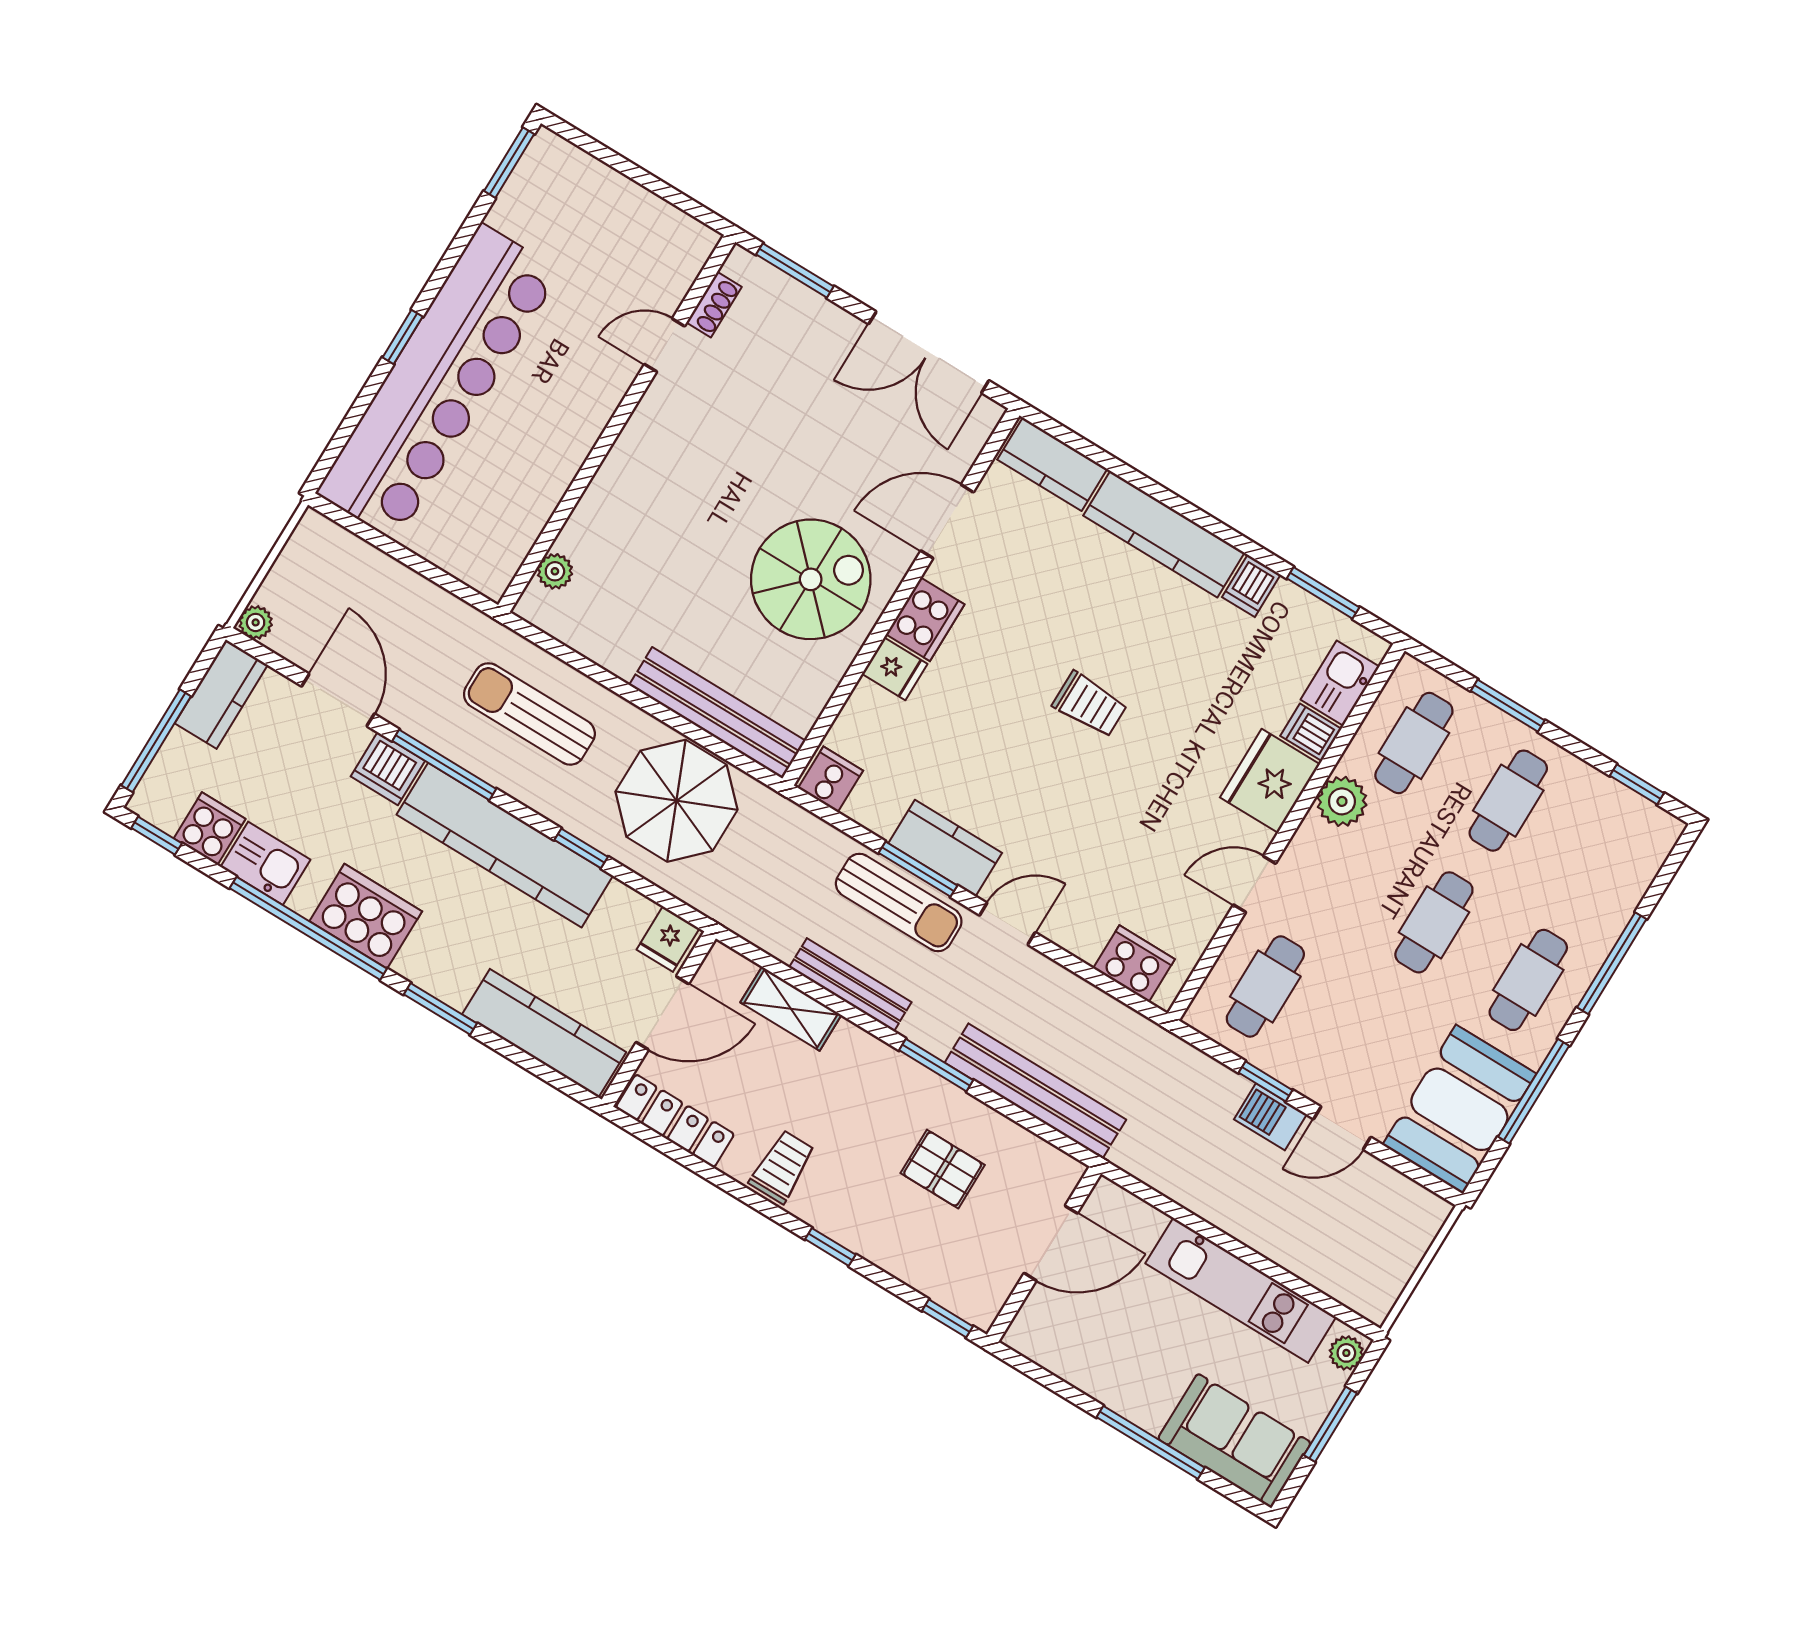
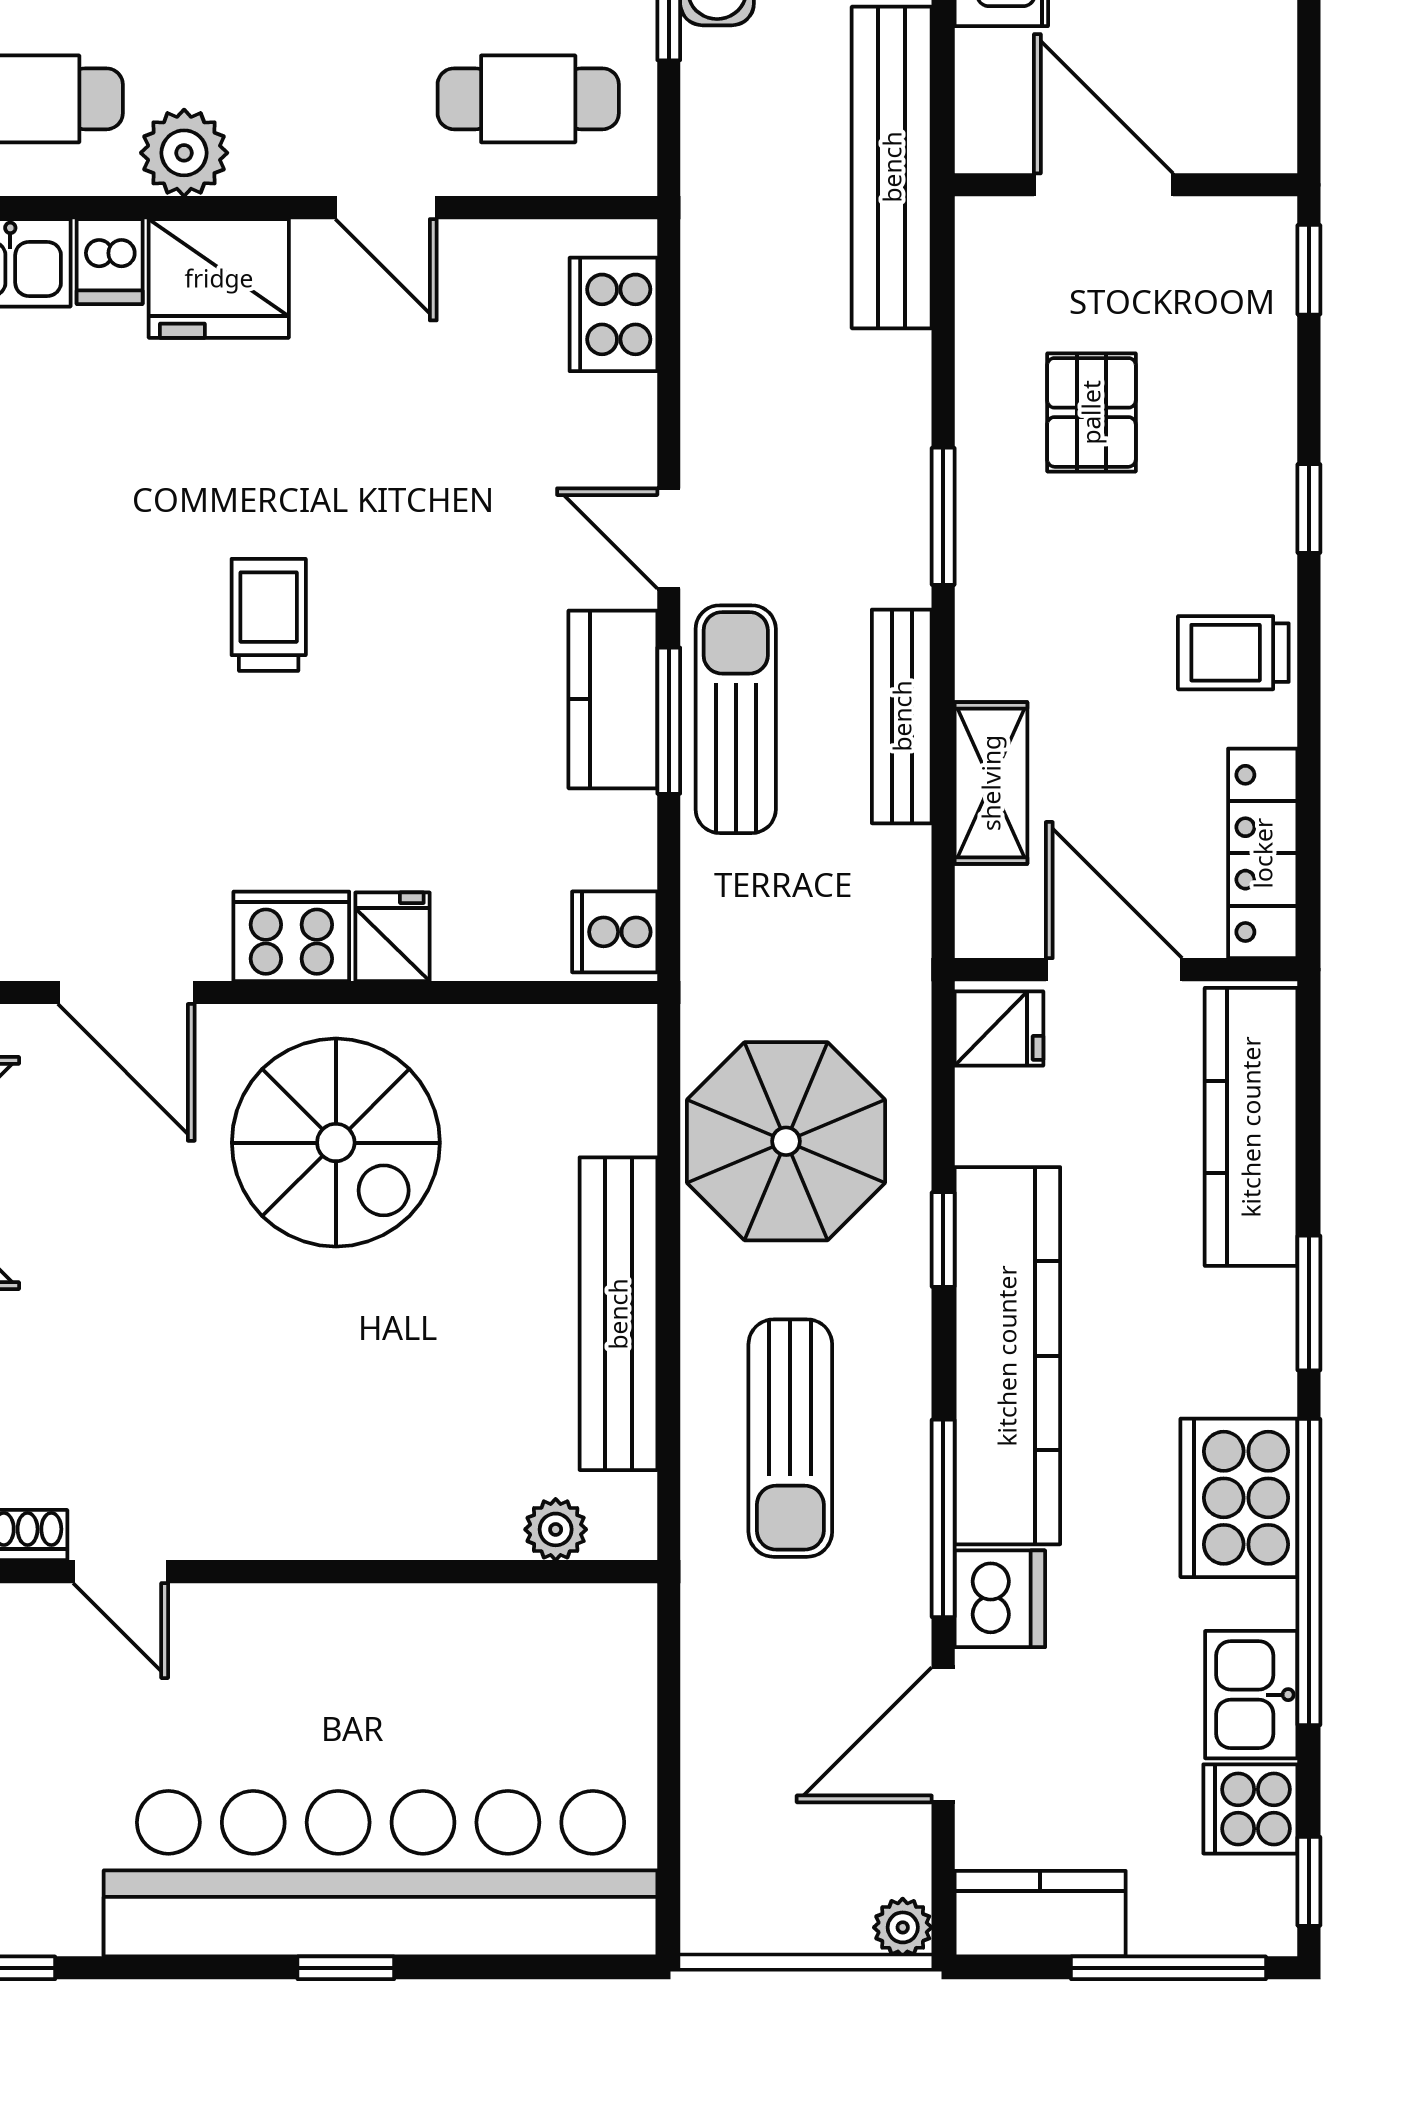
spiral stairs: (811, 579) -> (336, 1143), turned 180
bench: (717, 713) -> (618, 1314), moved
bench: (1035, 1091) -> (892, 167), moved

